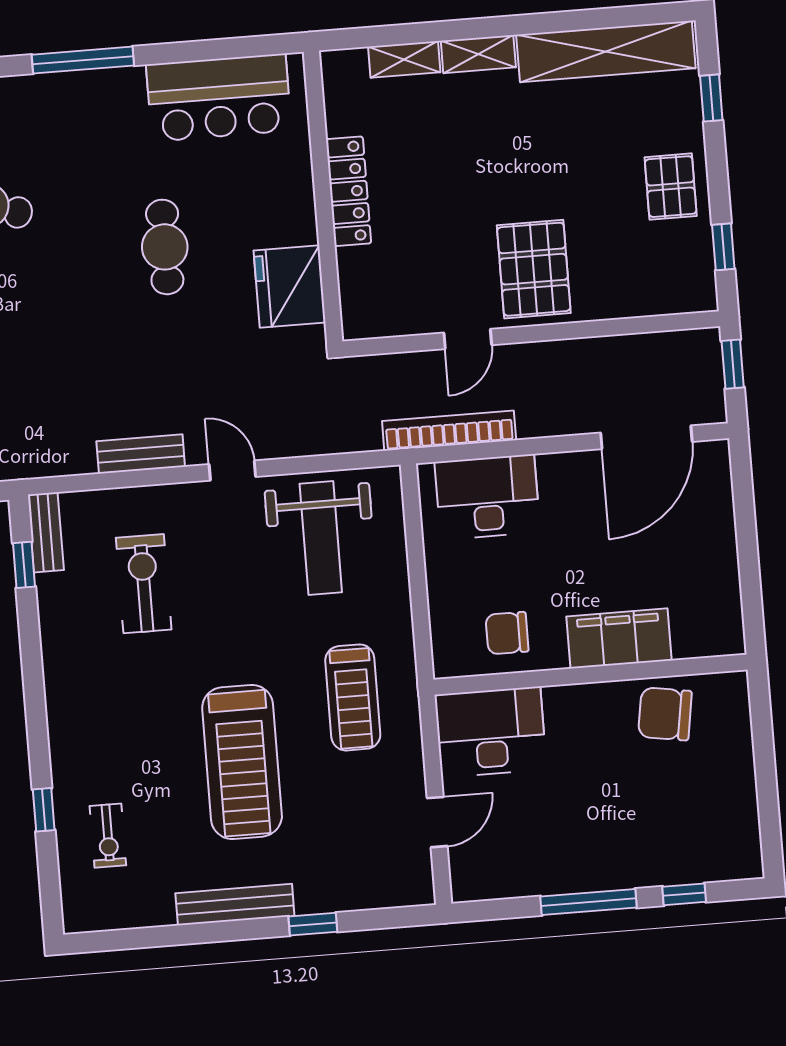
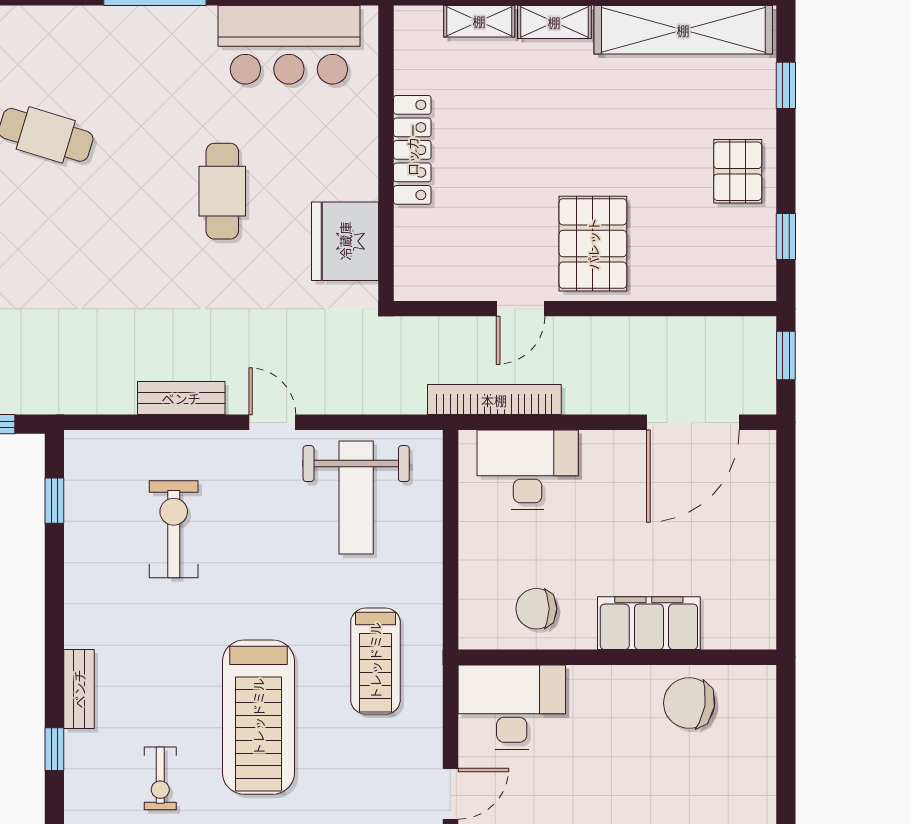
bench: (46, 532) -> (79, 689), moved
exercise bike: (108, 836) -> (160, 778), moved

